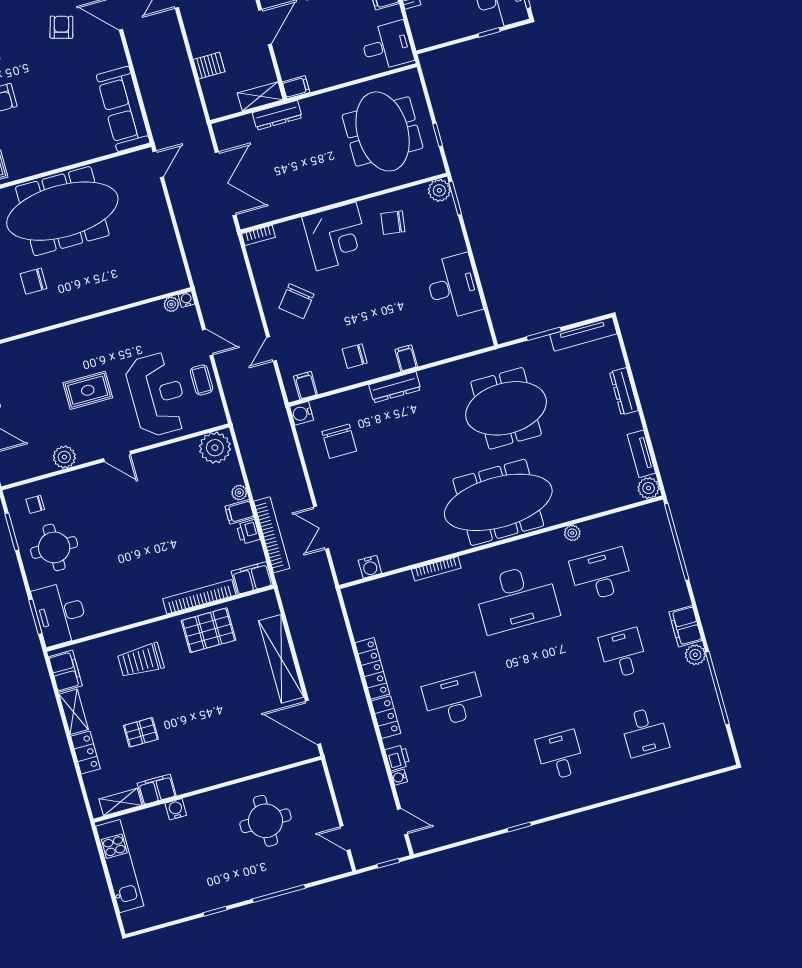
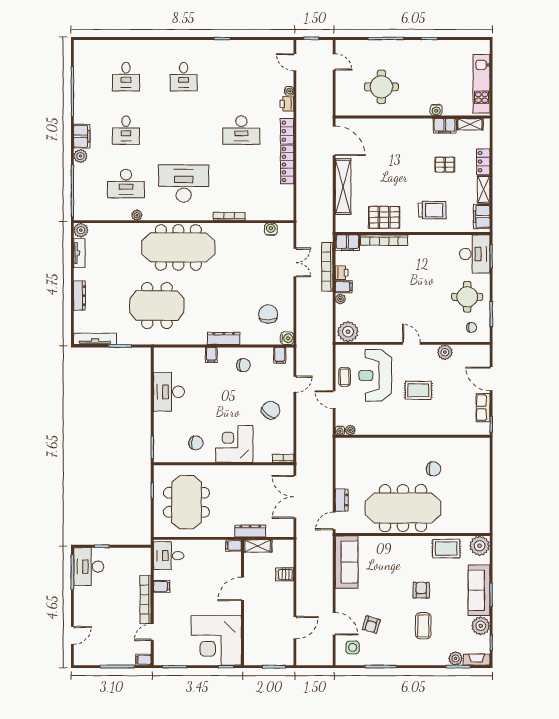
plant: (439, 190) -> (161, 455), removed
dresser: (156, 198) -> (342, 500), added
plant: (695, 655) -> (80, 156), moved
desk: (645, 732) -> (126, 77), turned 180

